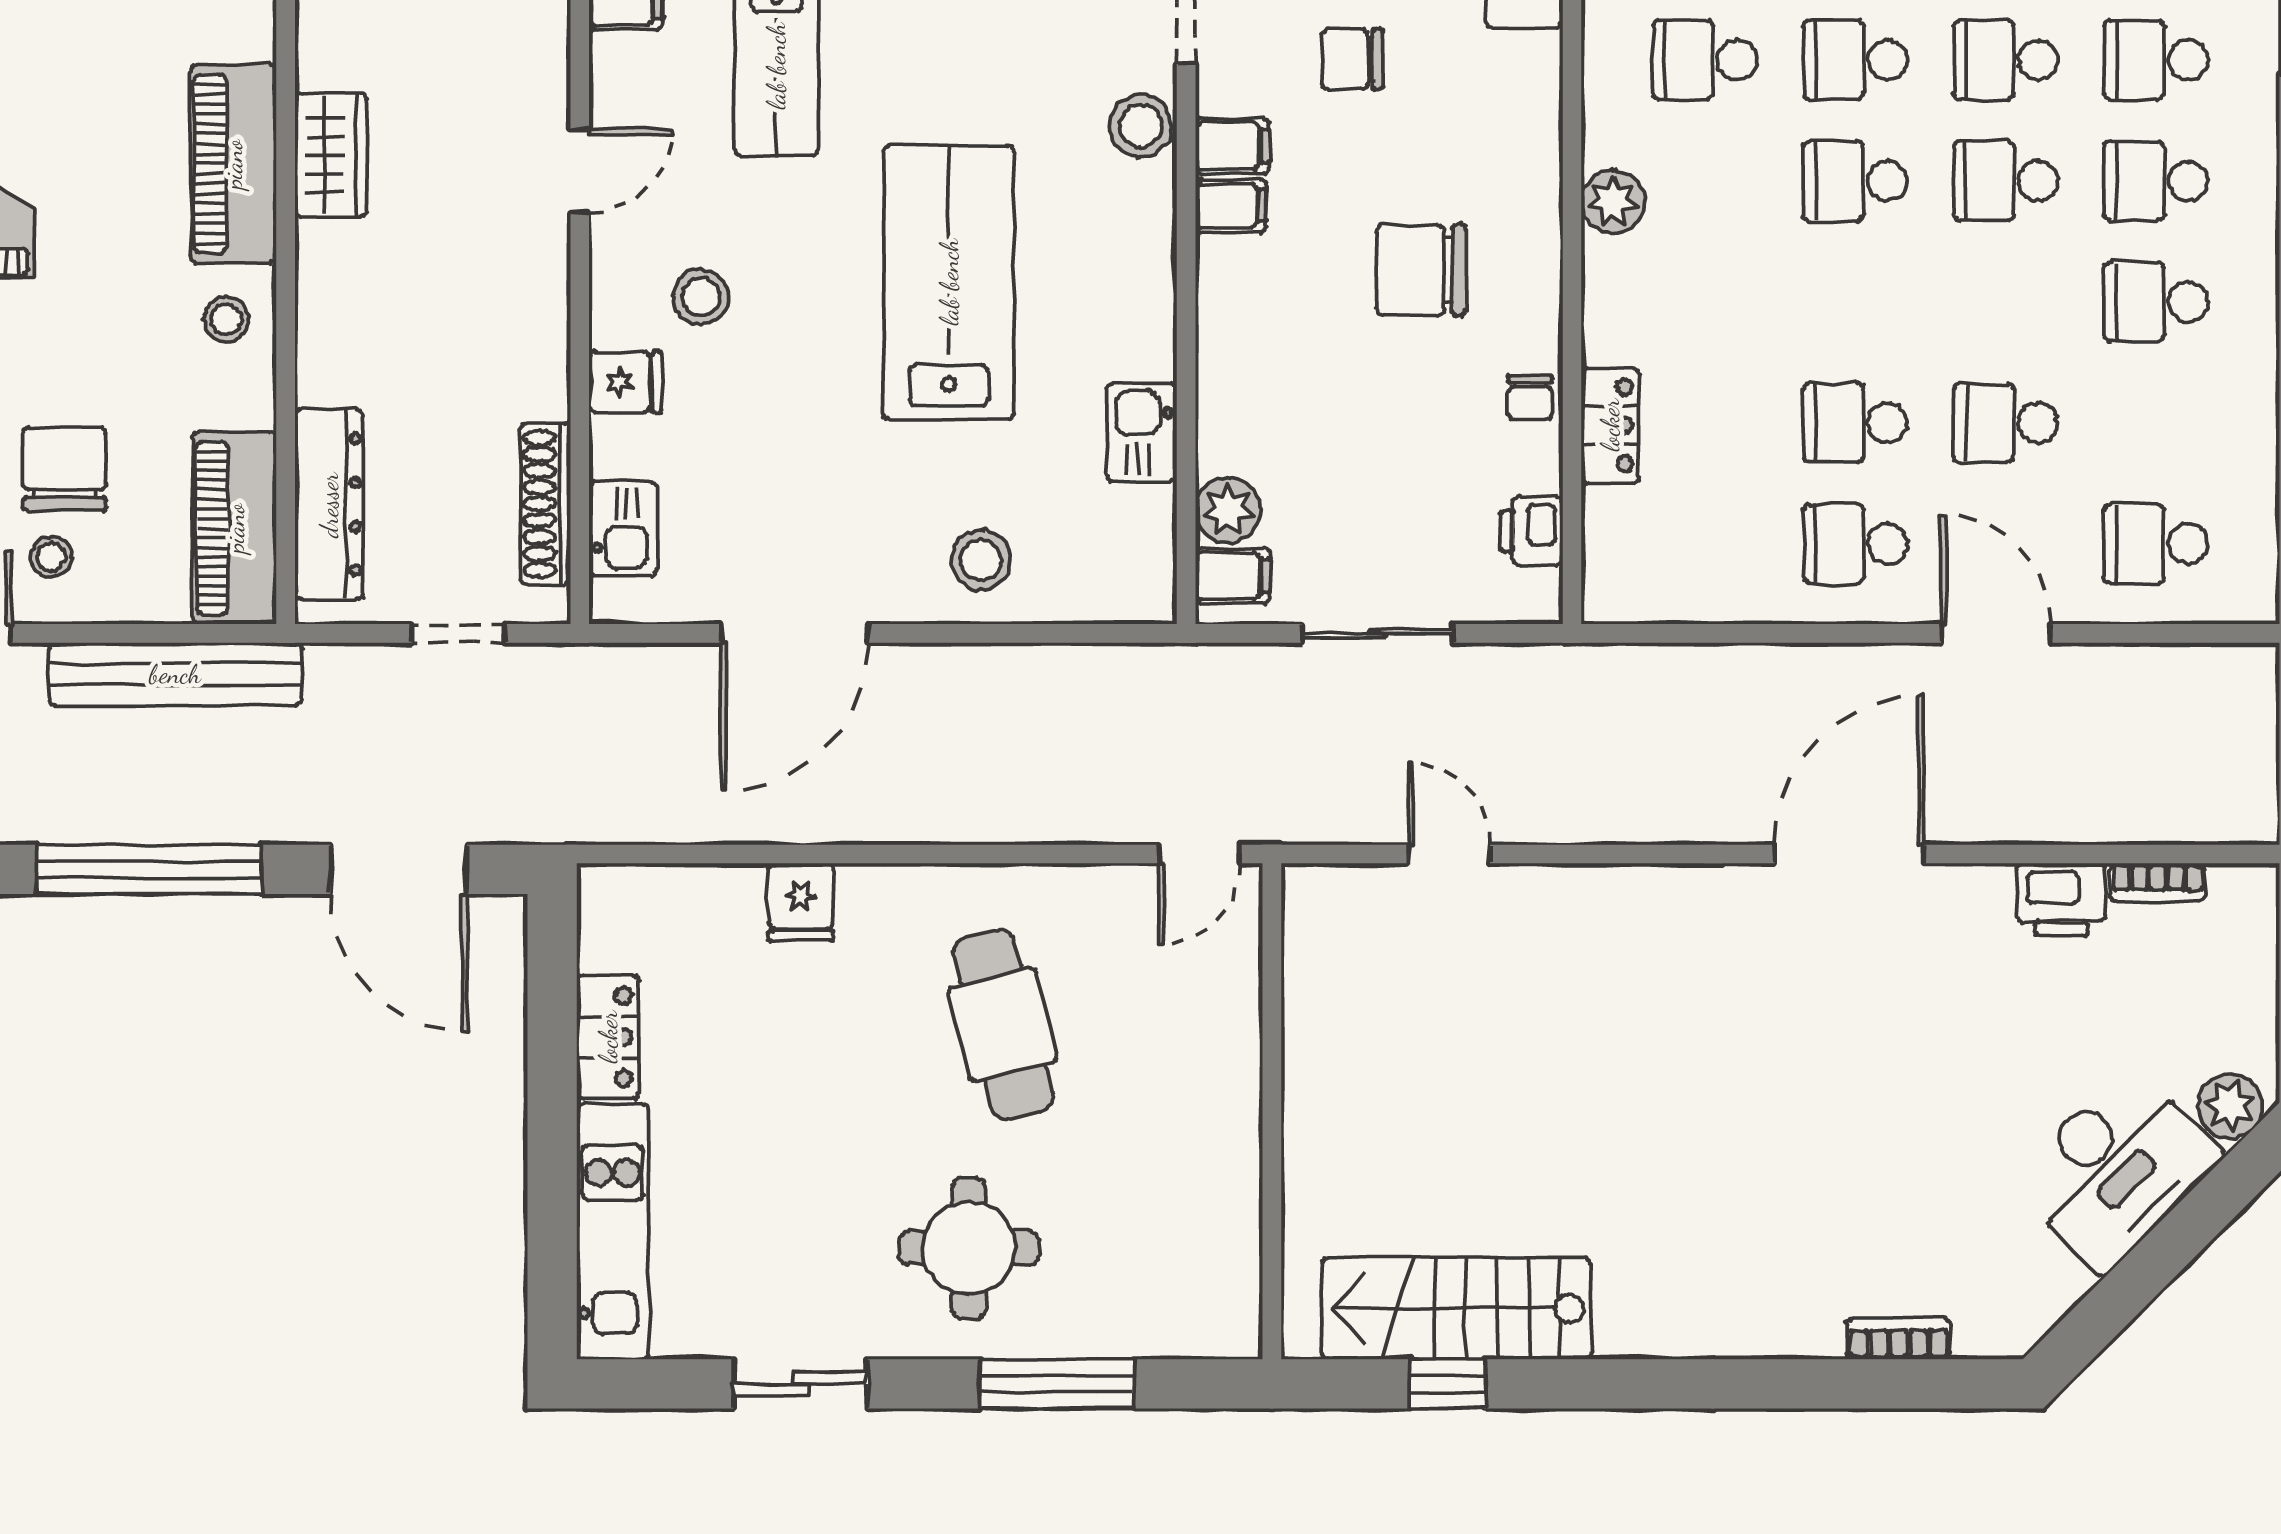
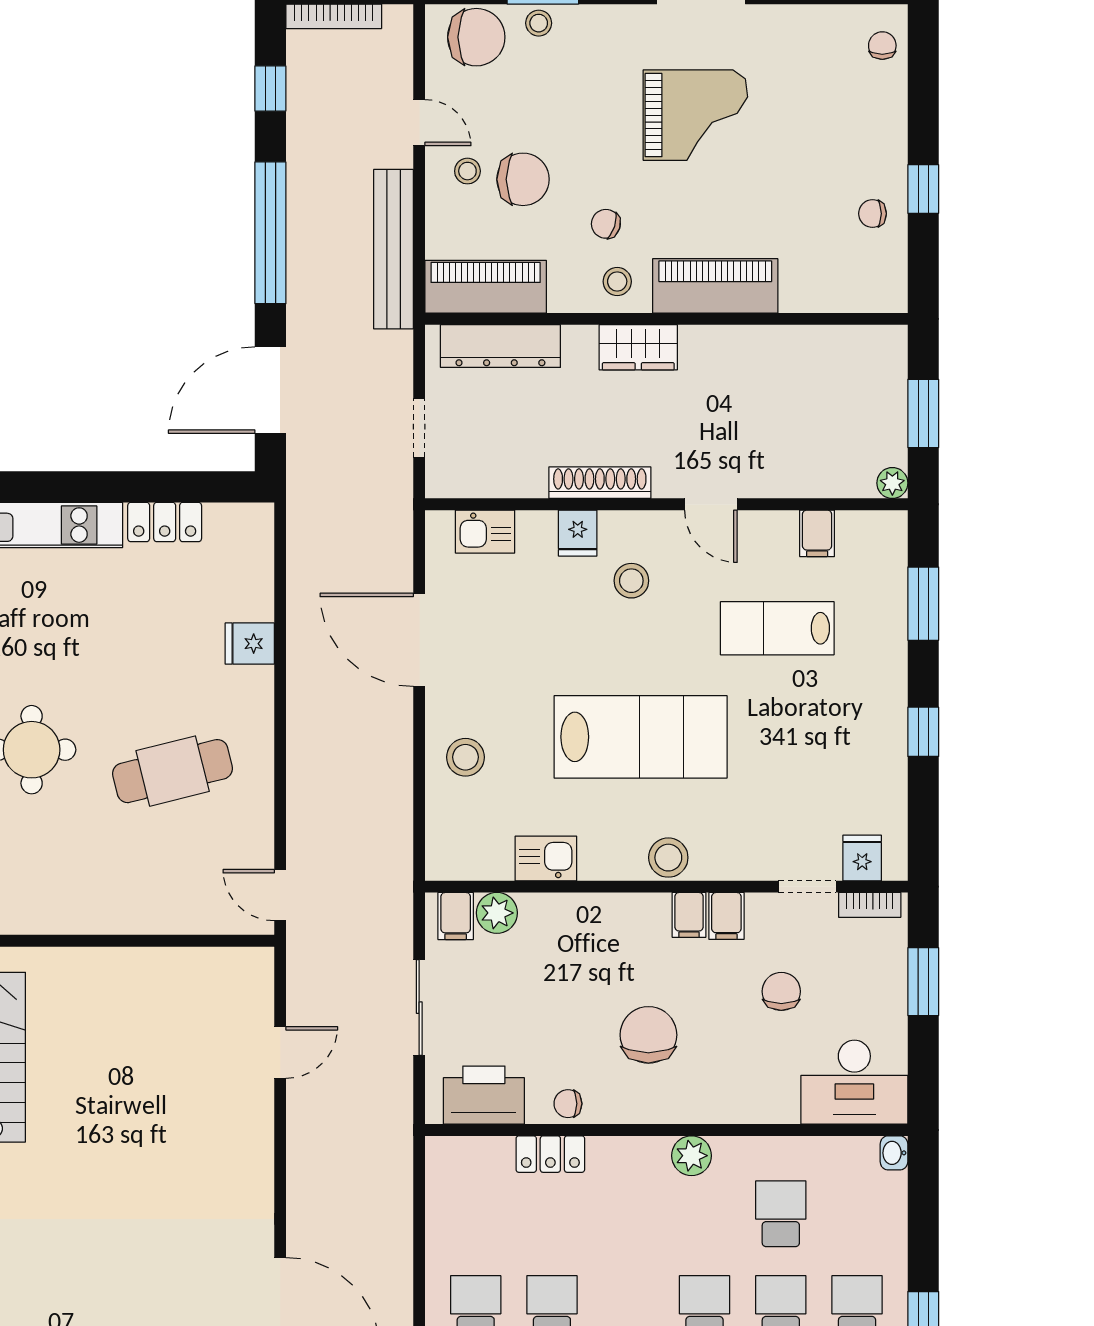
stool: (1141, 126) -> (668, 858), moved
wardrobe: (331, 155) -> (638, 347), moved
chair: (135, 337) -> (606, 224), added
shoe rack: (546, 504) -> (600, 483), moved
printer: (1532, 531) -> (484, 1095), width x1.87, depth x1.48

